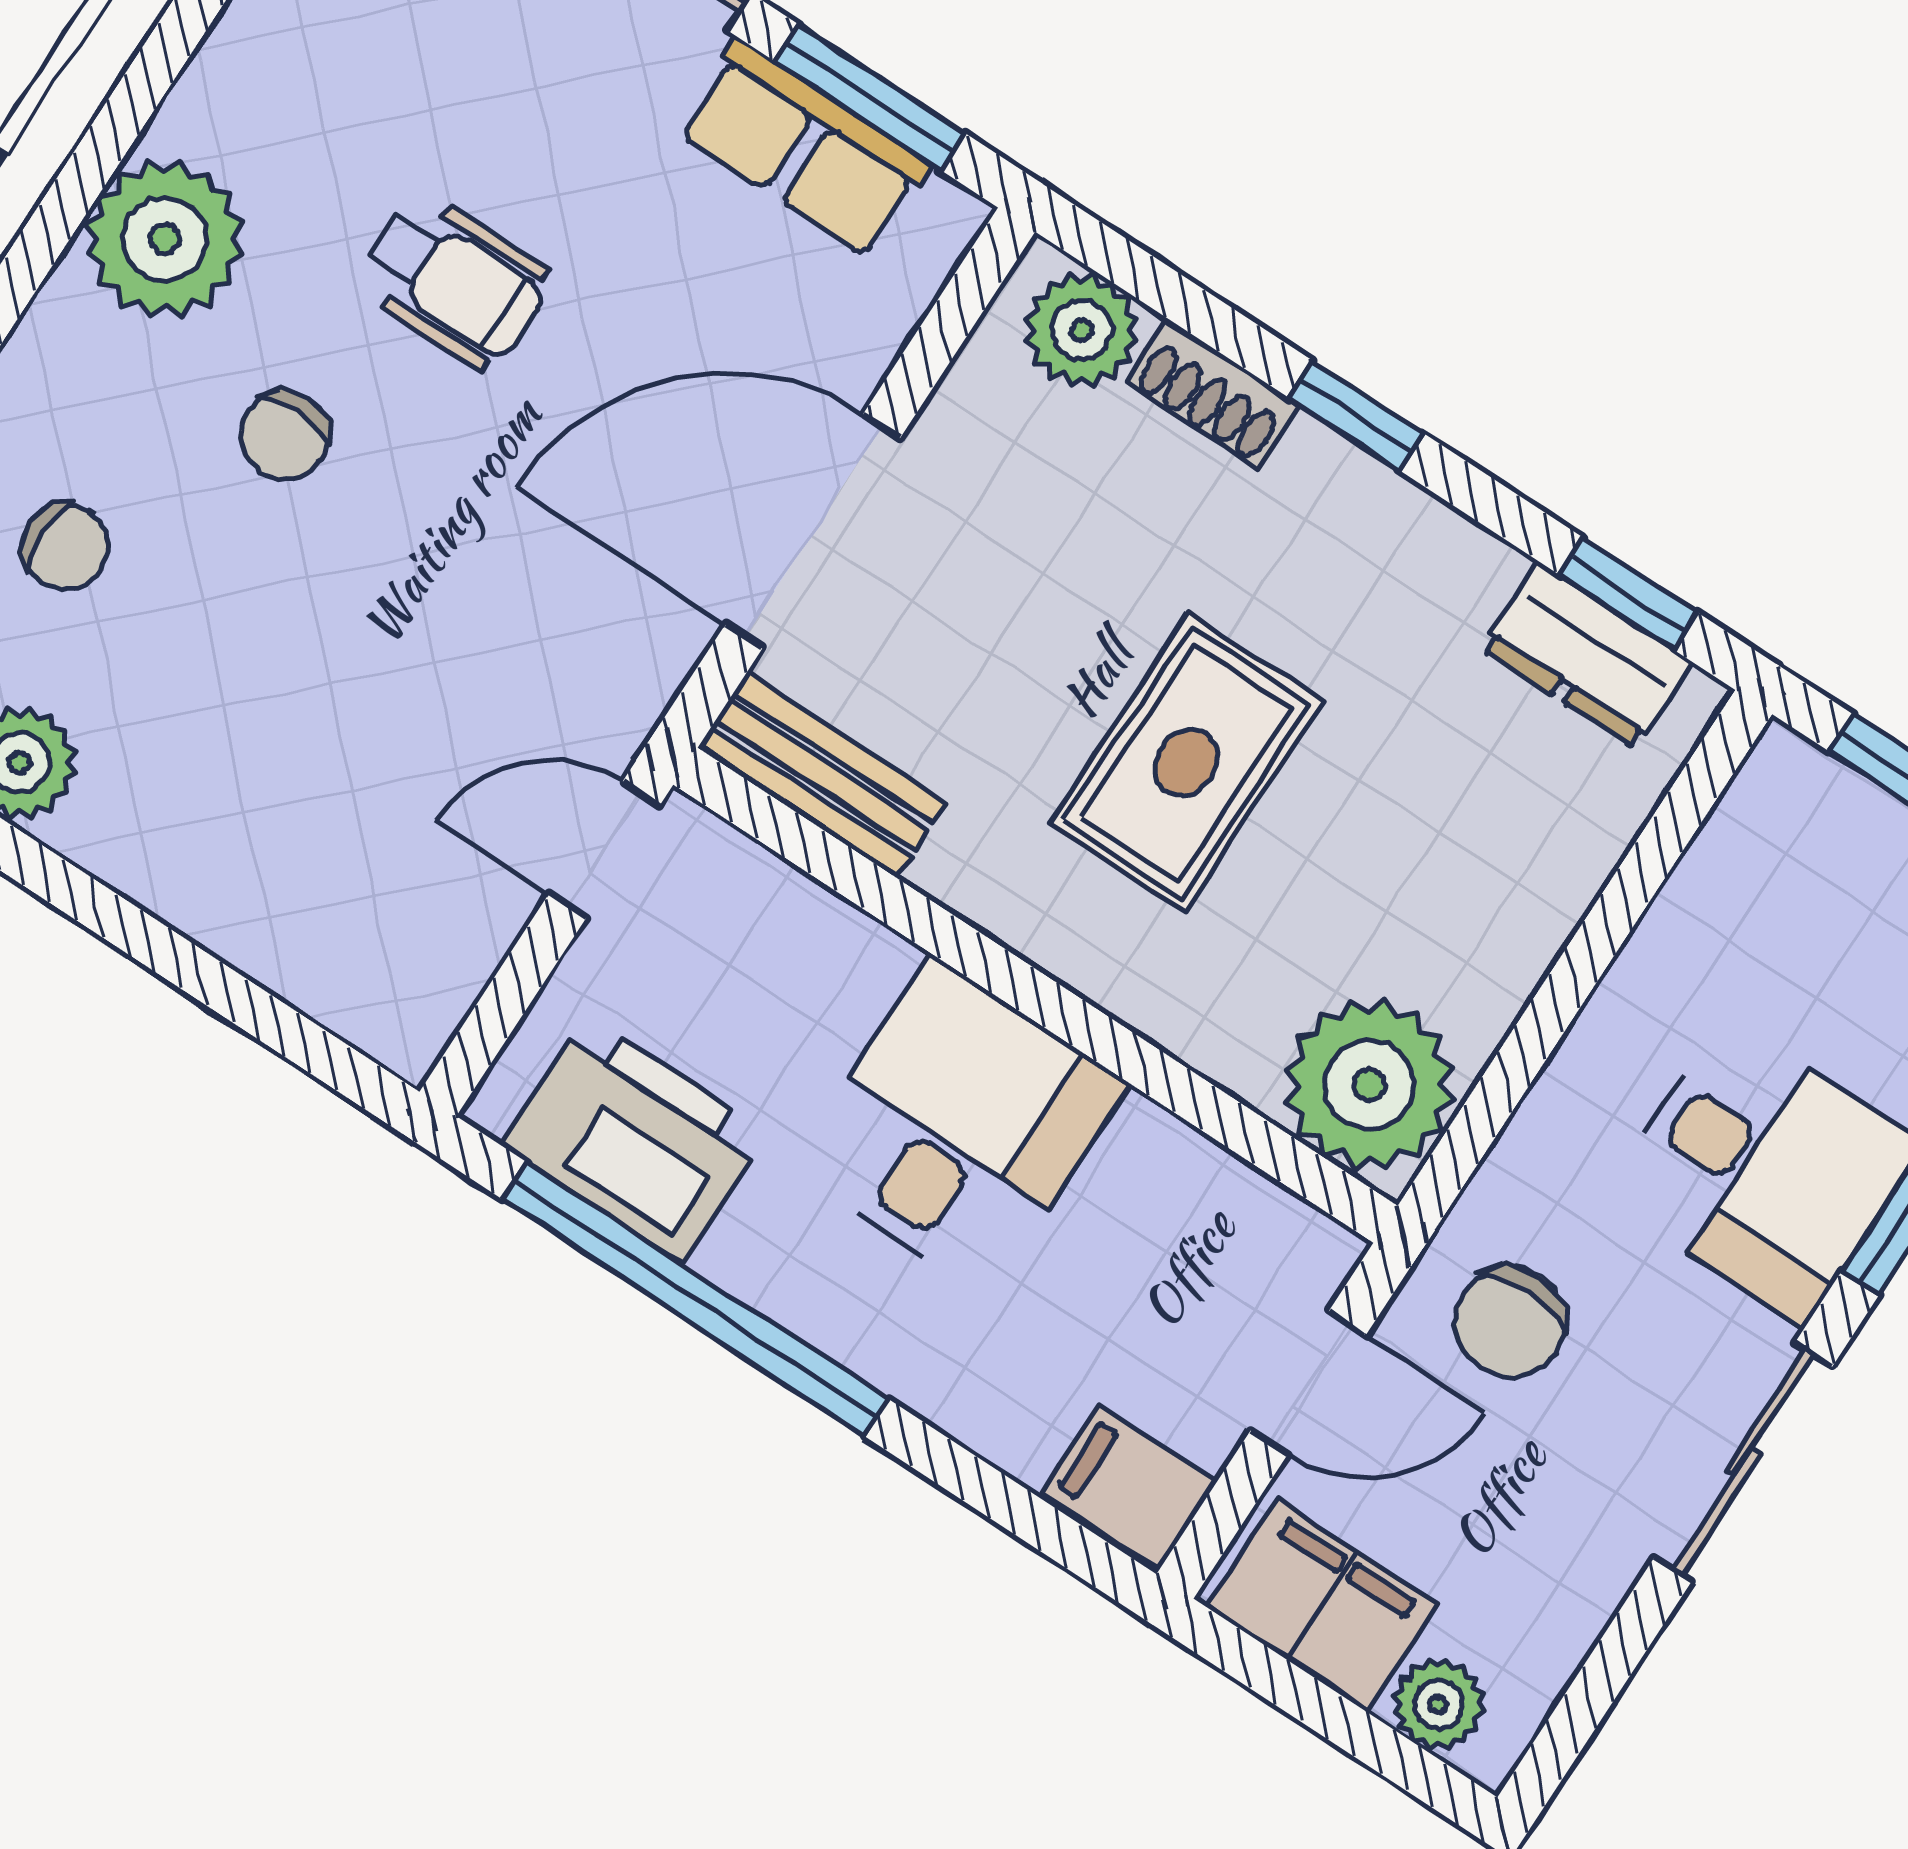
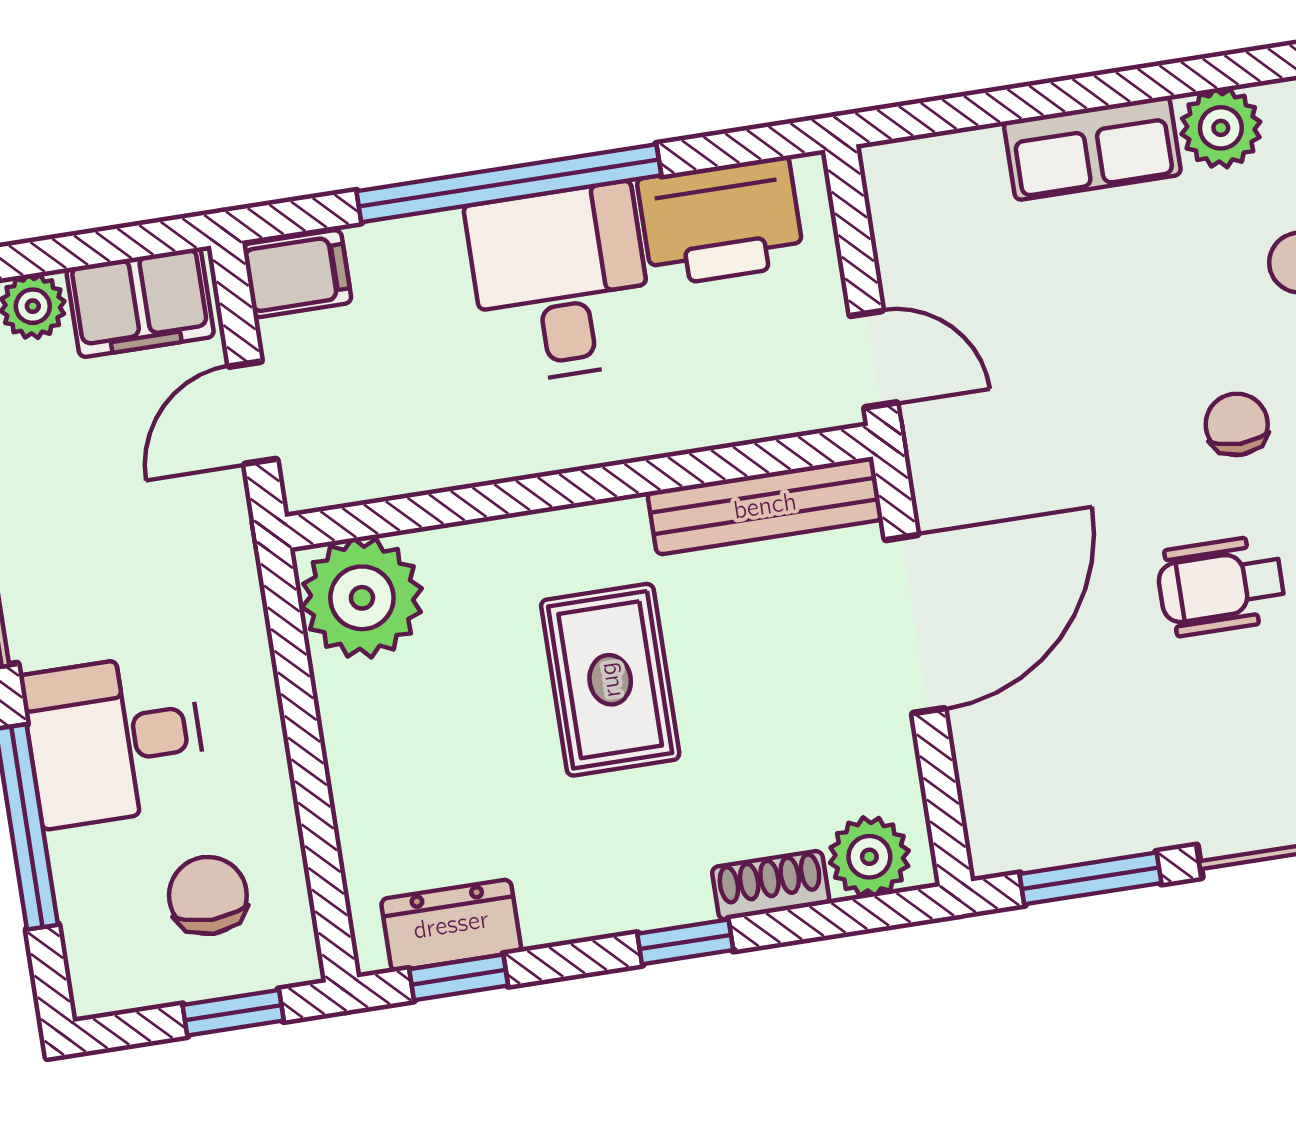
row of seats: (804, 148) -> (1092, 148), moved, turned 180
bench: (822, 775) -> (765, 506), width x1.36
door: (604, 849) -> (874, 359), hinge flipped
desk: (960, 1127) -> (561, 283), moved, turned 180
window: (696, 1299) -> (509, 183), moved
chair: (1511, 1322) -> (208, 895), moved

